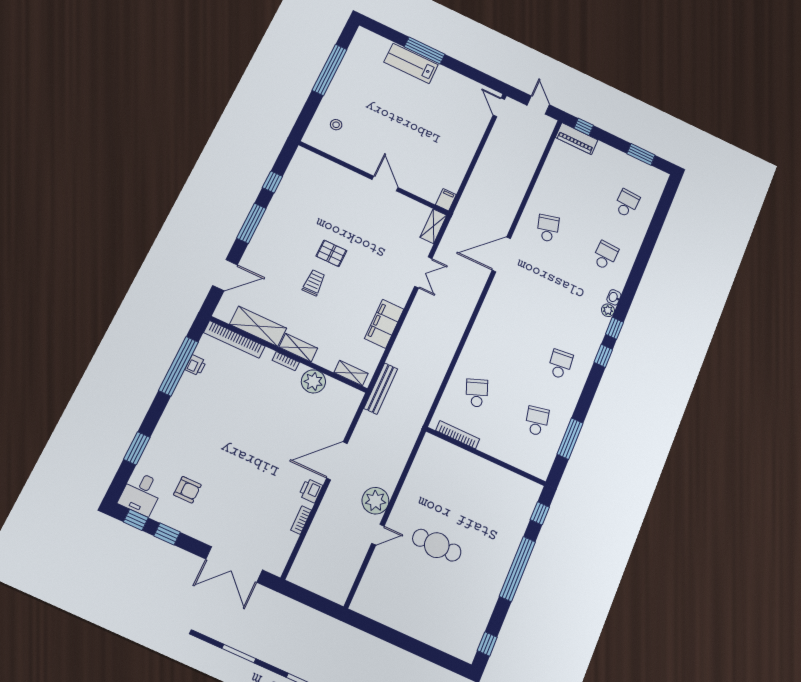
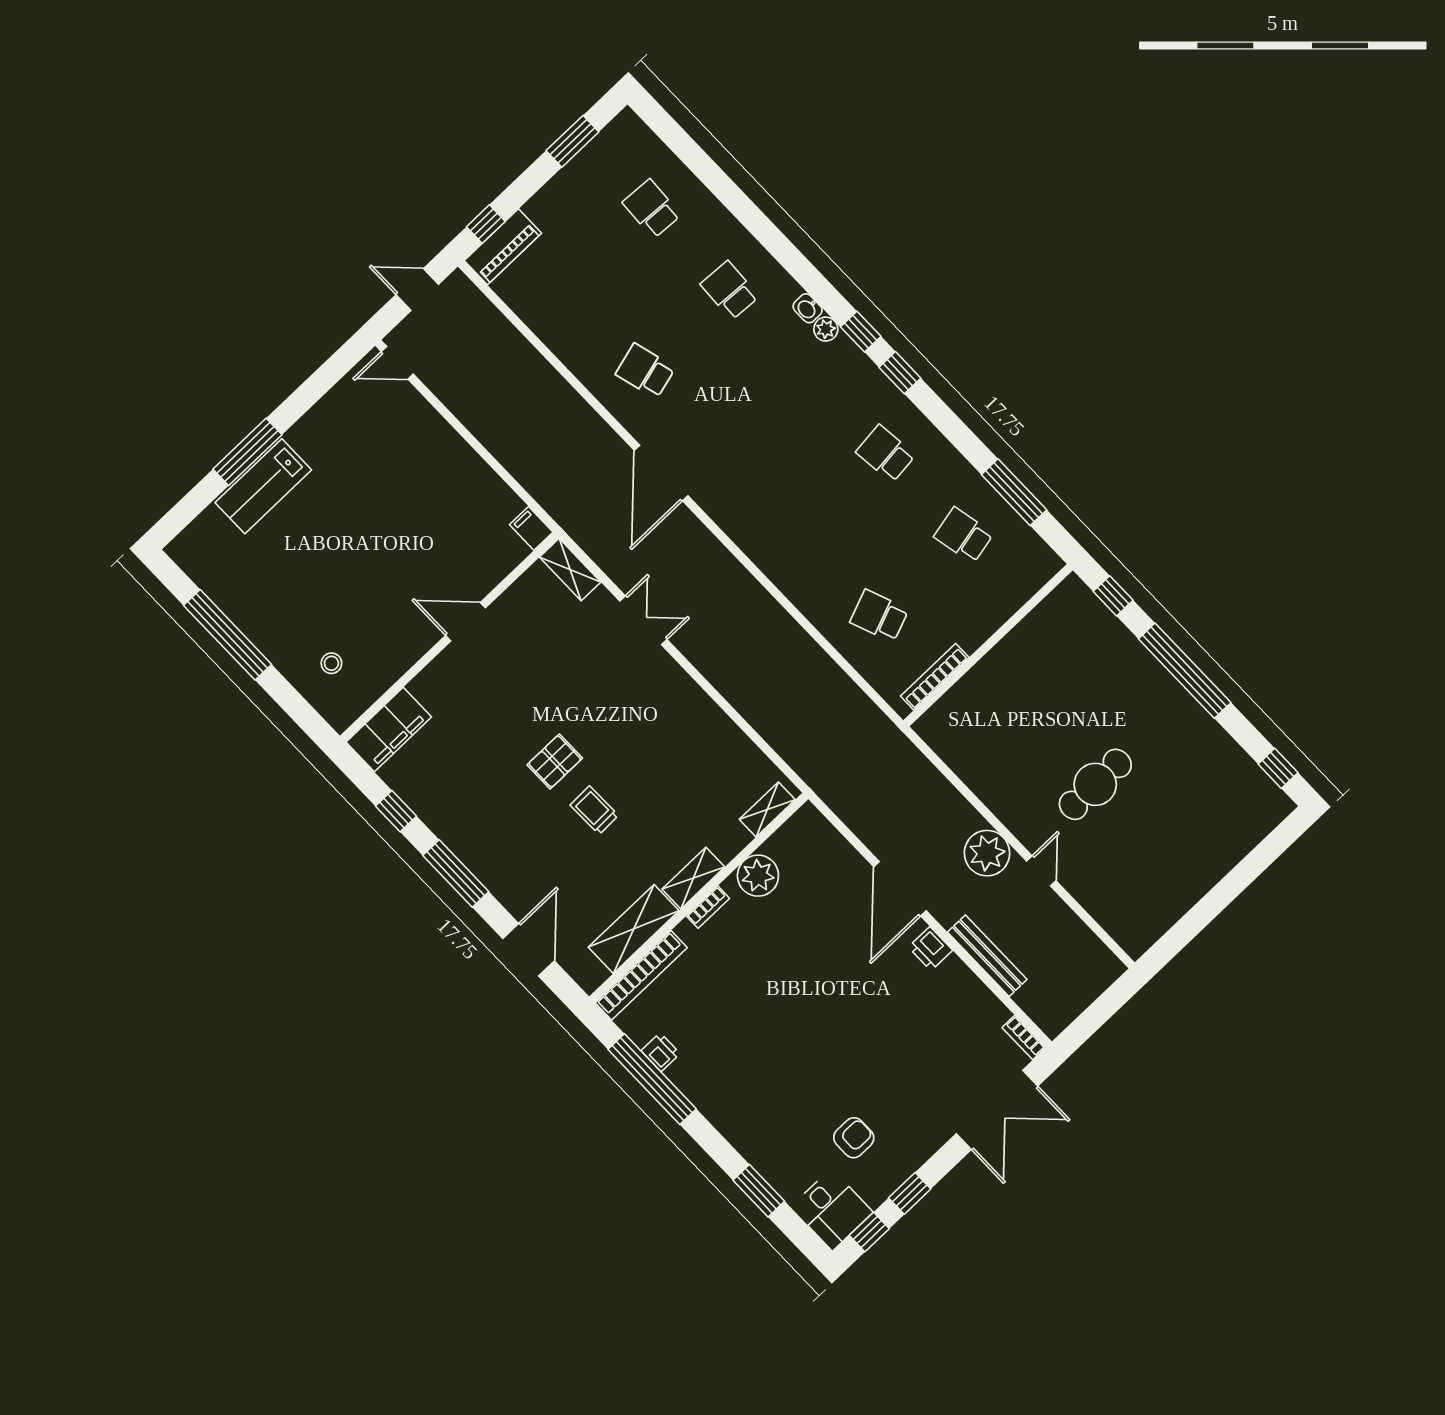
filing cabinet: (384, 324) -> (389, 729), moved, turned -90
bench: (381, 389) -> (987, 956), moved
bookcase: (301, 520) -> (1024, 1038), moved

